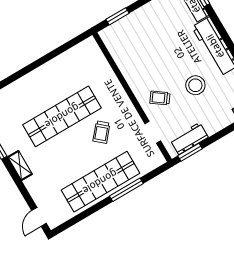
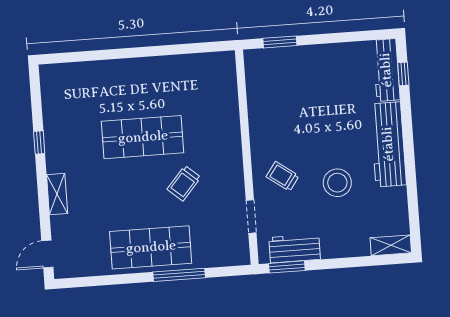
shop shelf: (62, 116) -> (143, 137), width x0.71
shelving: (20, 165) -> (57, 194), moved
shop shelf: (100, 182) -> (151, 247), width x0.71

